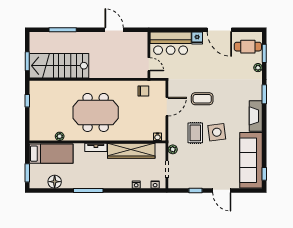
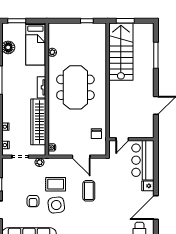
armchair: (213, 156) -> (33, 201), added

